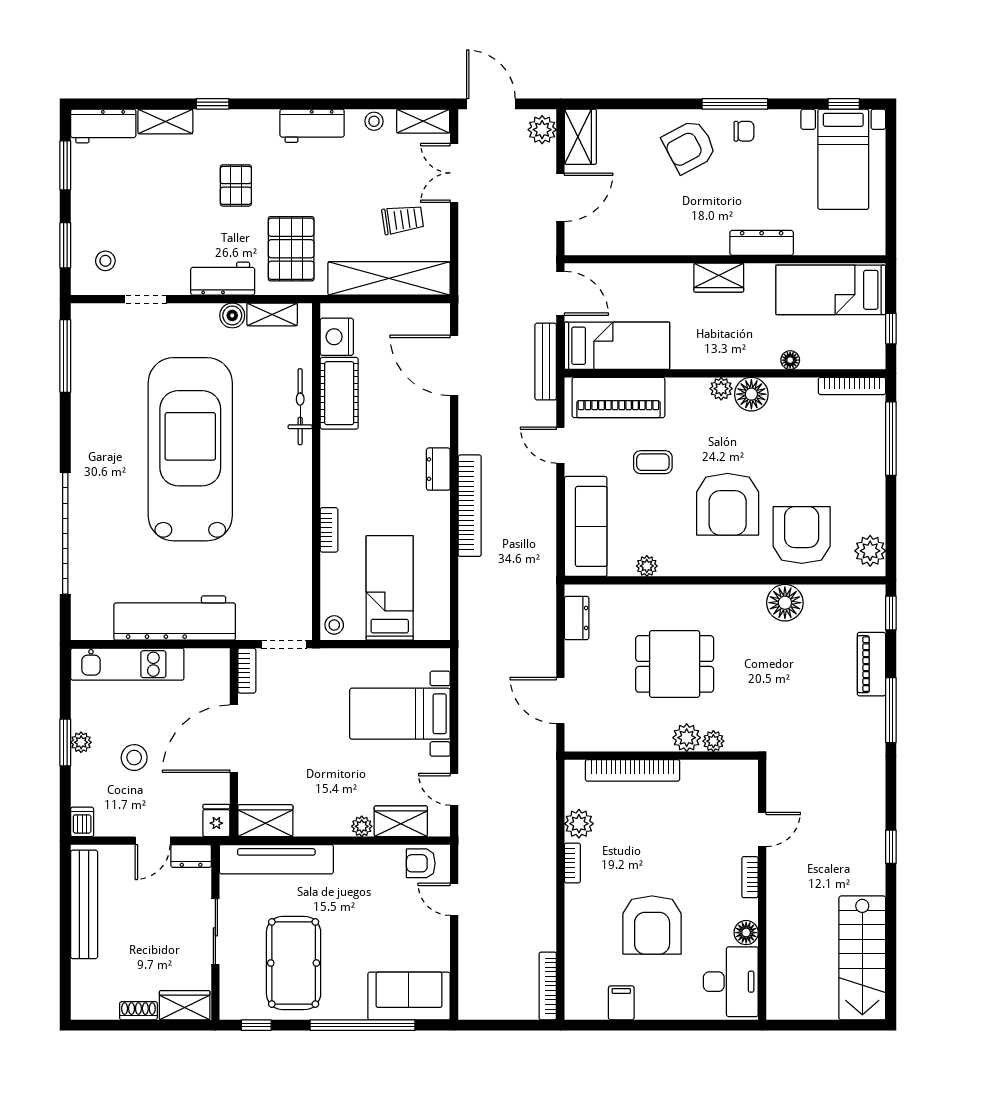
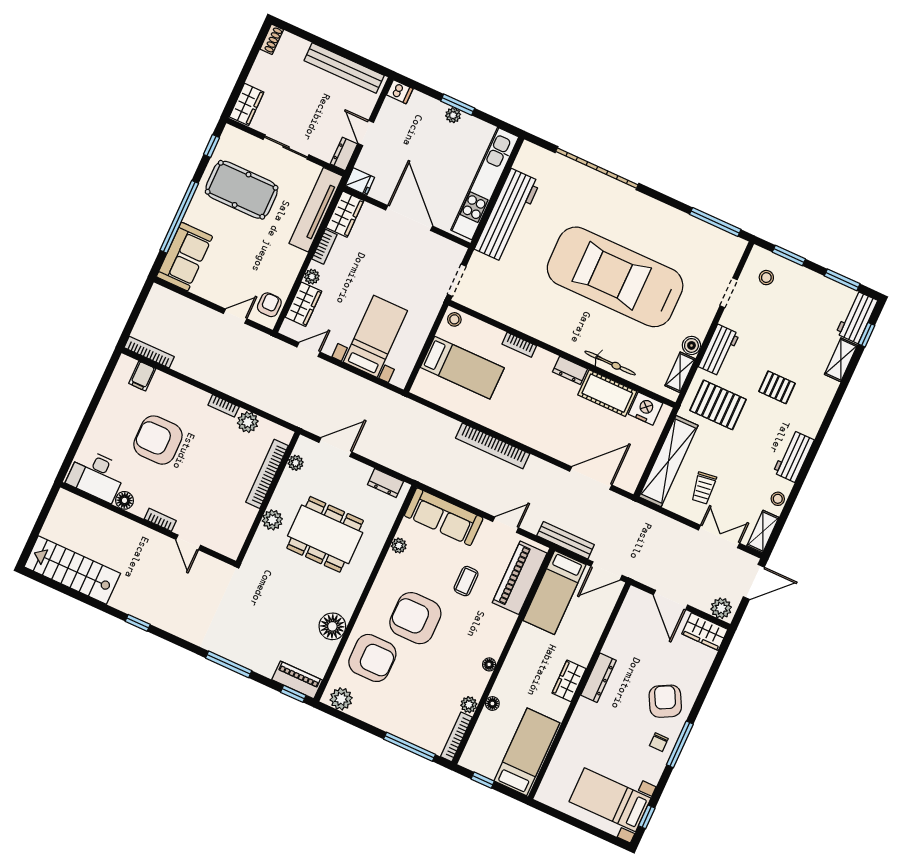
window: (213, 104) -> (866, 335), moved
dresser: (762, 243) -> (598, 678), moved
plant: (721, 389) -> (469, 705), moved
floor lamp: (751, 394) -> (489, 664), width x0.53, depth x0.53
car: (190, 449) -> (615, 277), turned 180
dresser: (438, 469) -> (570, 370), moved, turned 180
kitchen unit: (127, 664) -> (485, 183), width x1.36
dining table: (675, 664) -> (325, 534), width x1.38
piano: (871, 664) -> (297, 680), moved
bookcase: (247, 671) -> (324, 247), moved, turned -90
plant: (713, 741) -> (296, 463), moved
stool: (134, 758) -> (427, 146), removed
filing cabinet: (621, 1003) -> (142, 376), moved, turned 90
shoe rack: (138, 1011) -> (272, 39), moved

